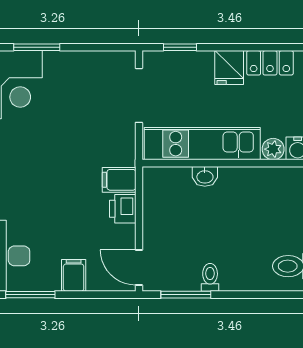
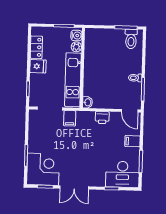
washbasin: (205, 176) -> (88, 102), moved
filing cabinet: (119, 180) -> (70, 118), moved
door: (139, 268) -> (130, 111), hinge flipped

